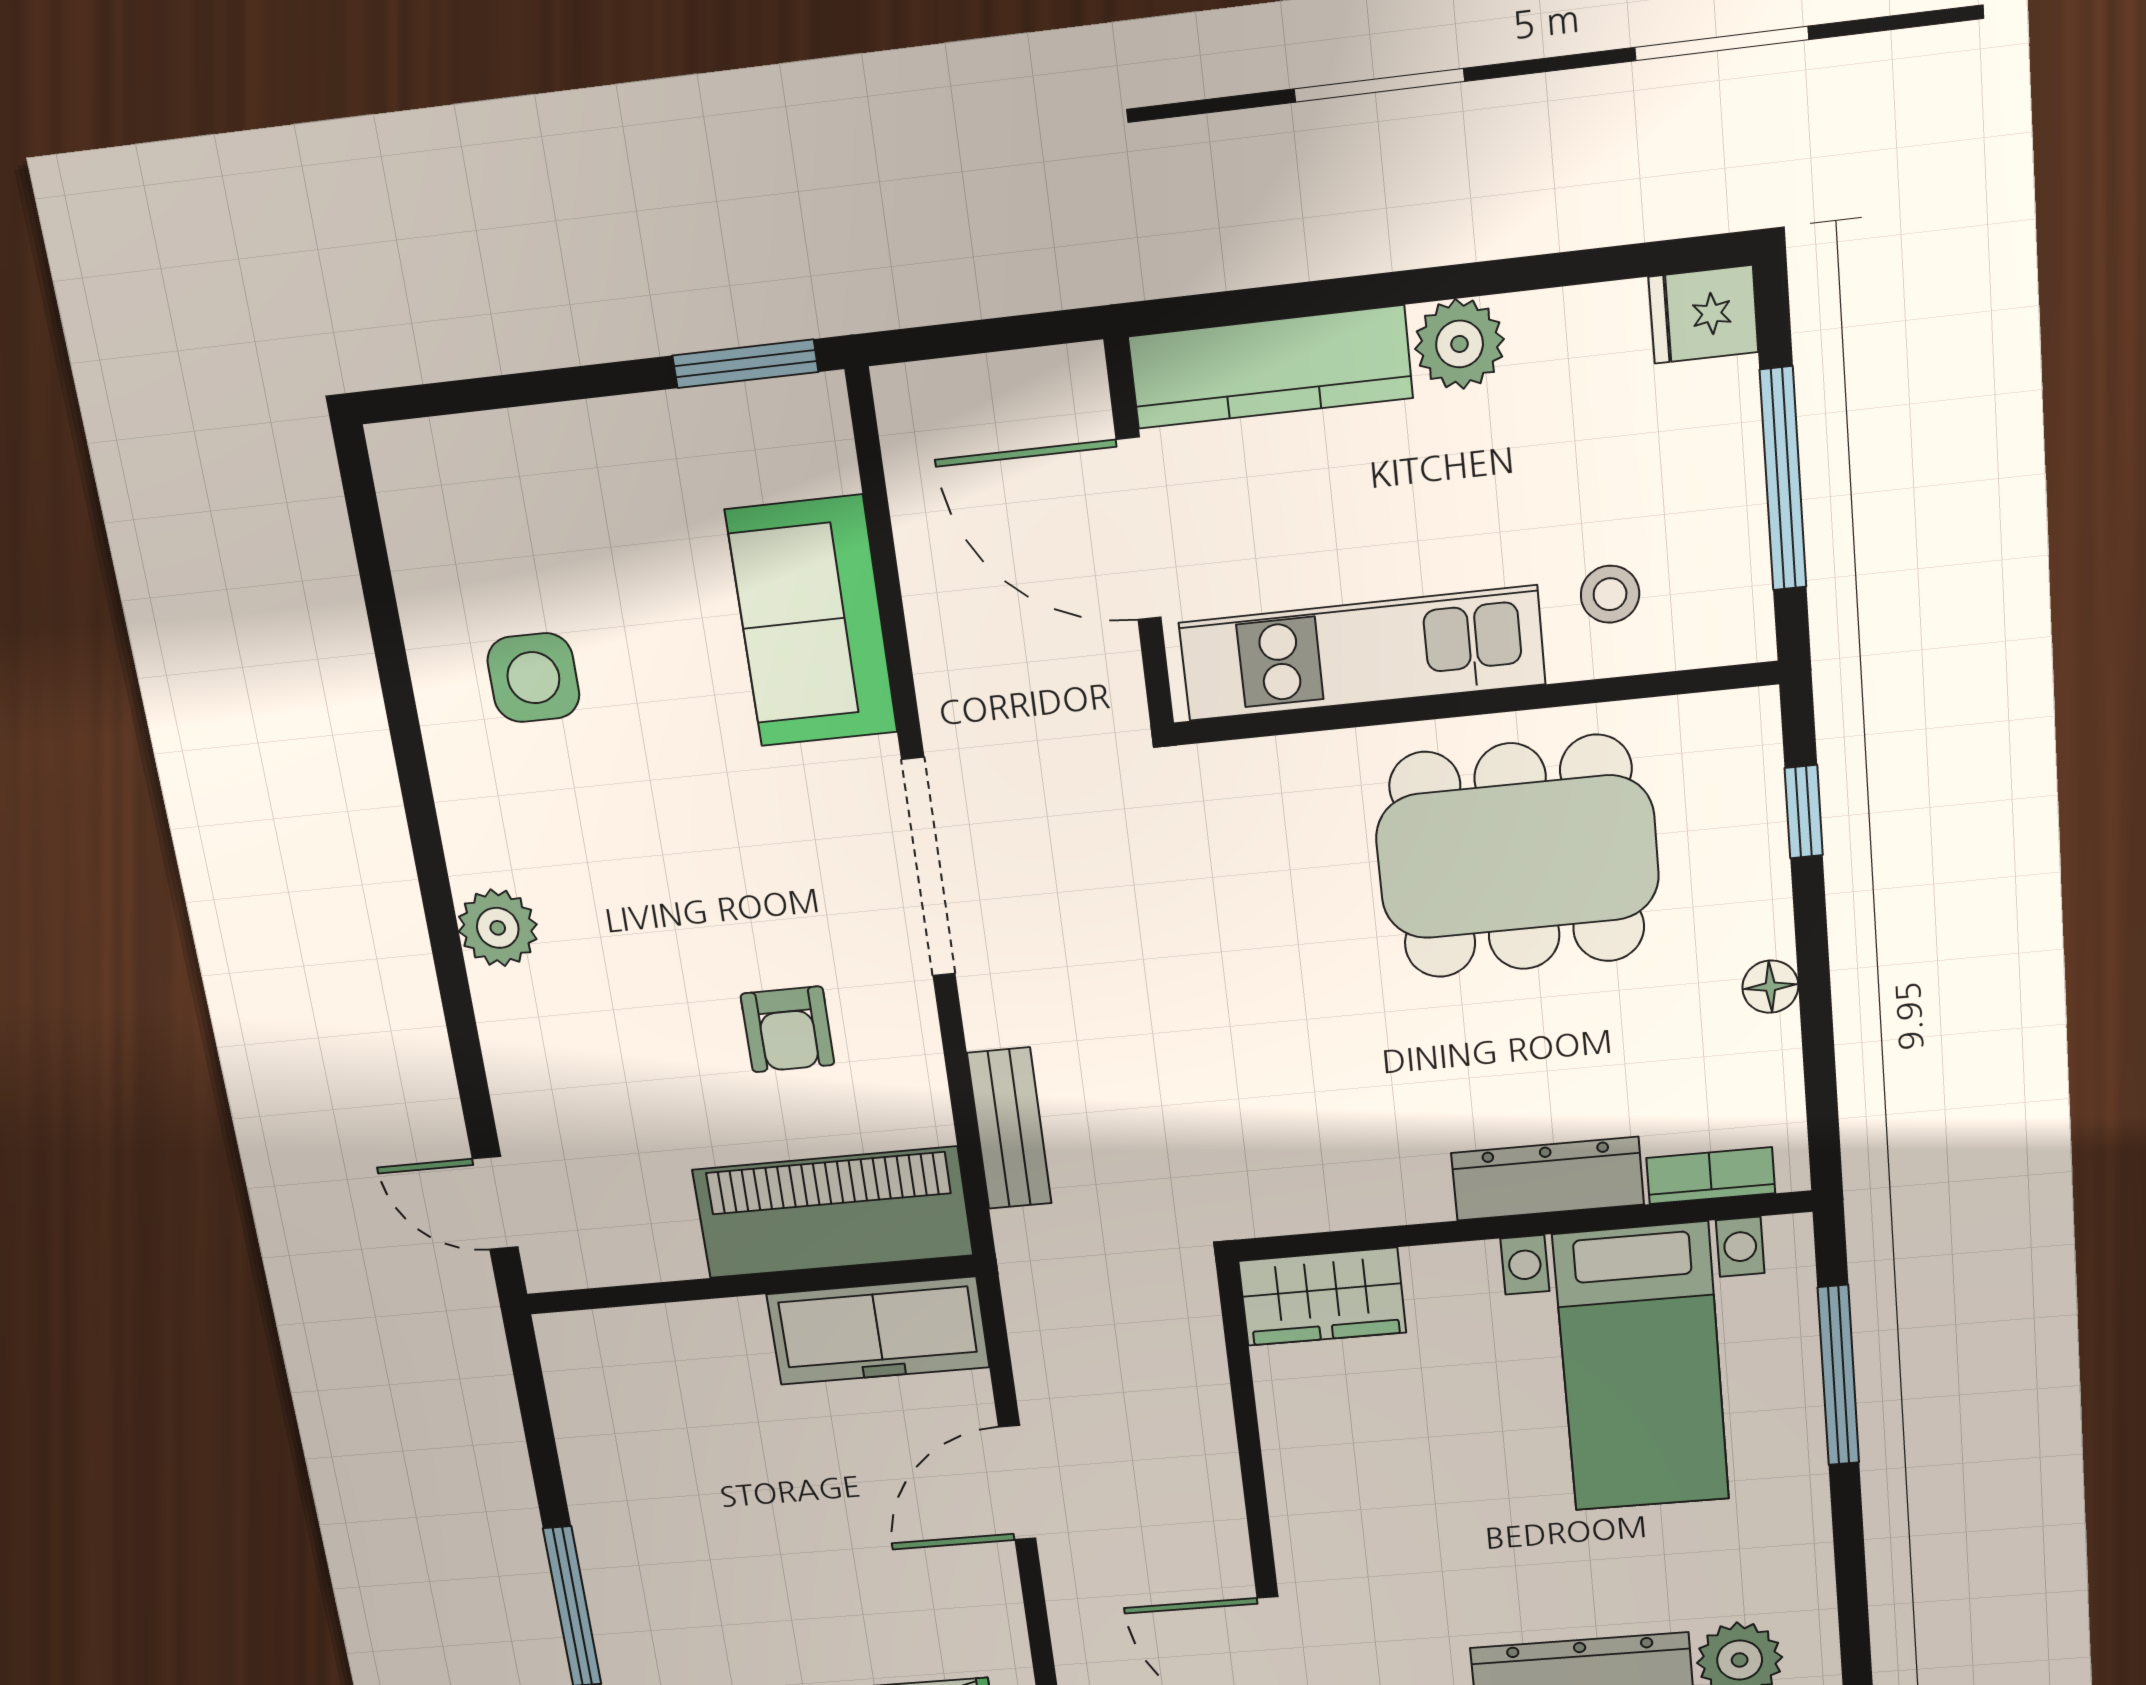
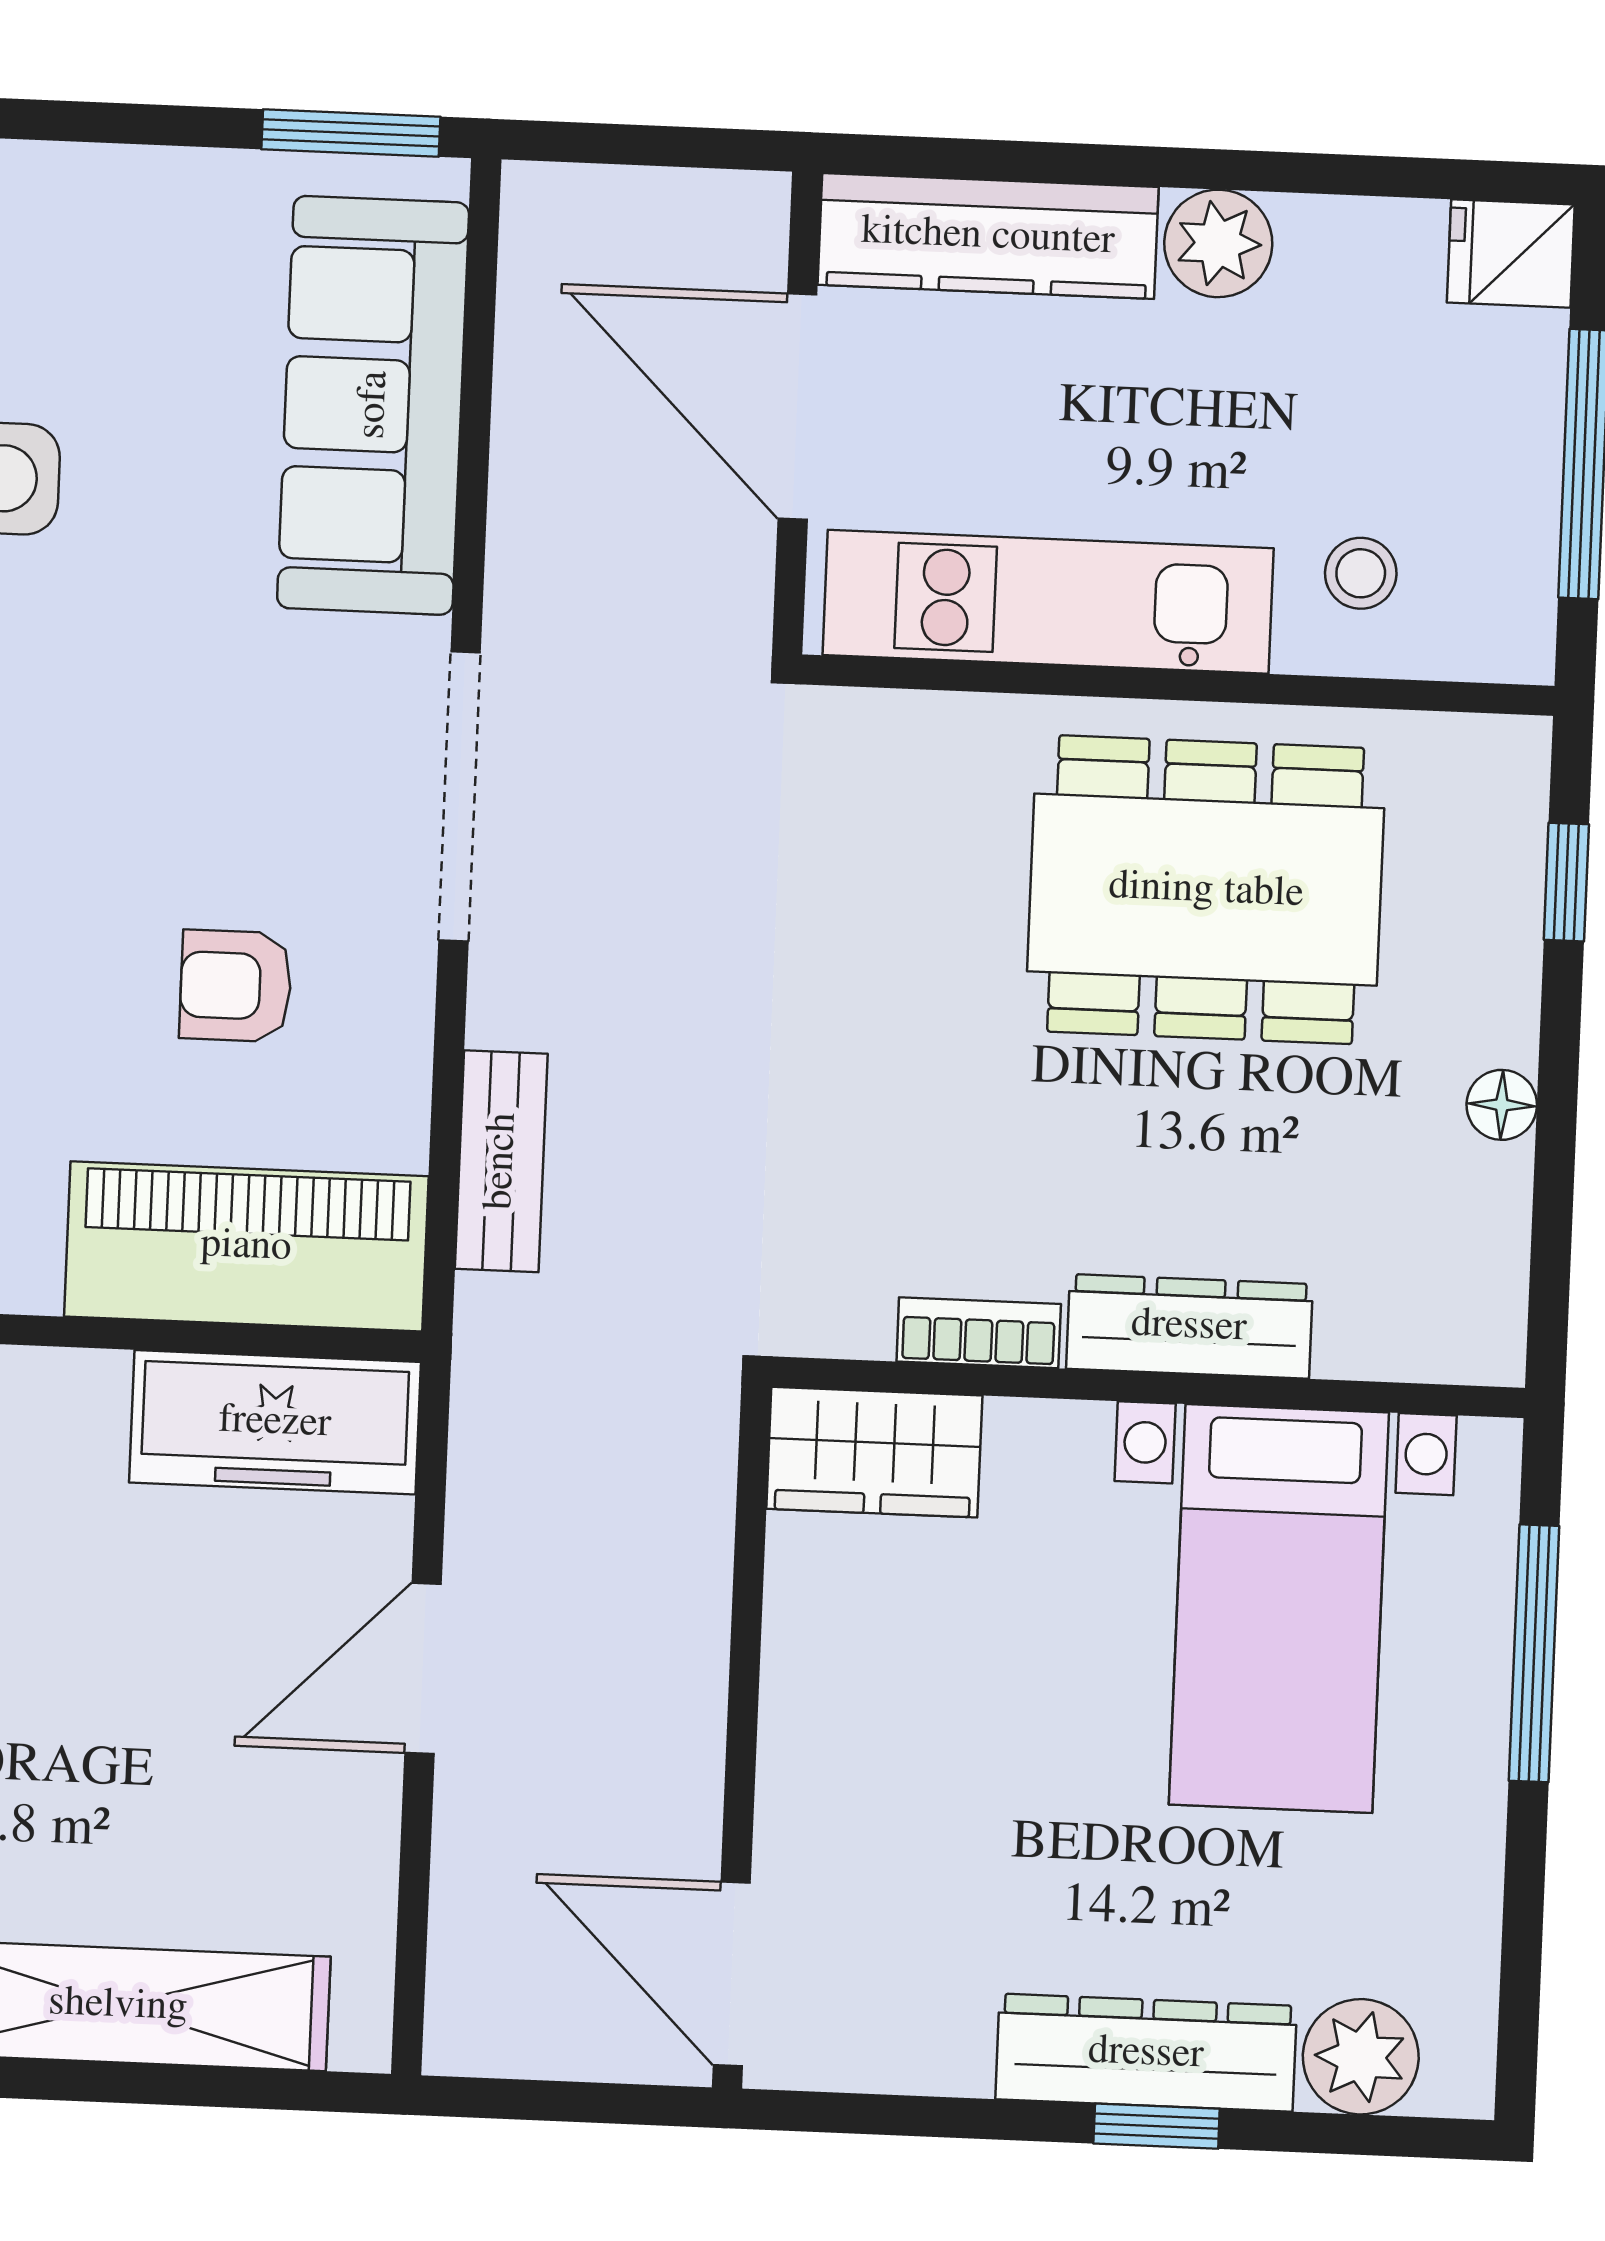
sofa: (812, 621) -> (373, 405), width x1.36
armchair: (787, 1029) -> (236, 986), turned 90
bookcase: (1711, 1176) -> (979, 1333), moved

